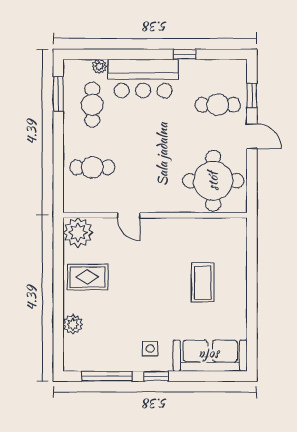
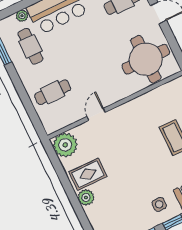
door: (129, 215) -> (96, 114), swing flipped
plant: (73, 324) -> (86, 197), moved

